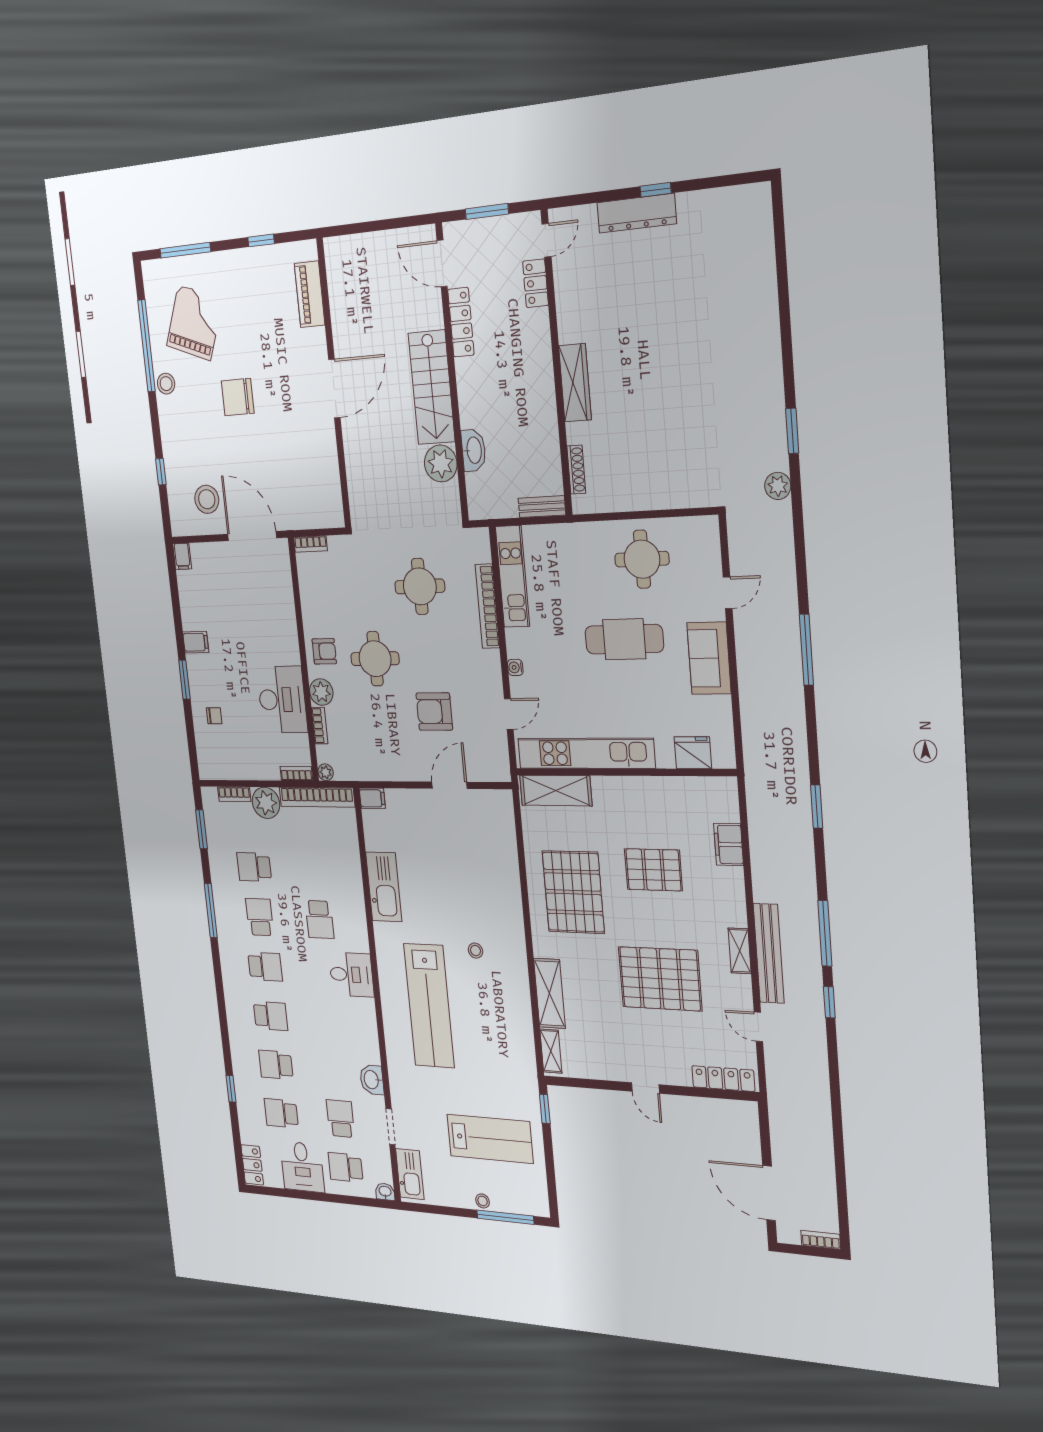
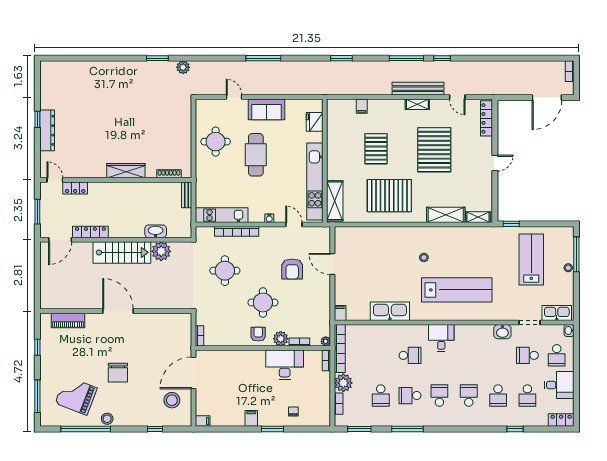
filing cabinet: (728, 844) -> (362, 106), width x0.50
door: (758, 1027) -> (457, 97), hinge flipped

